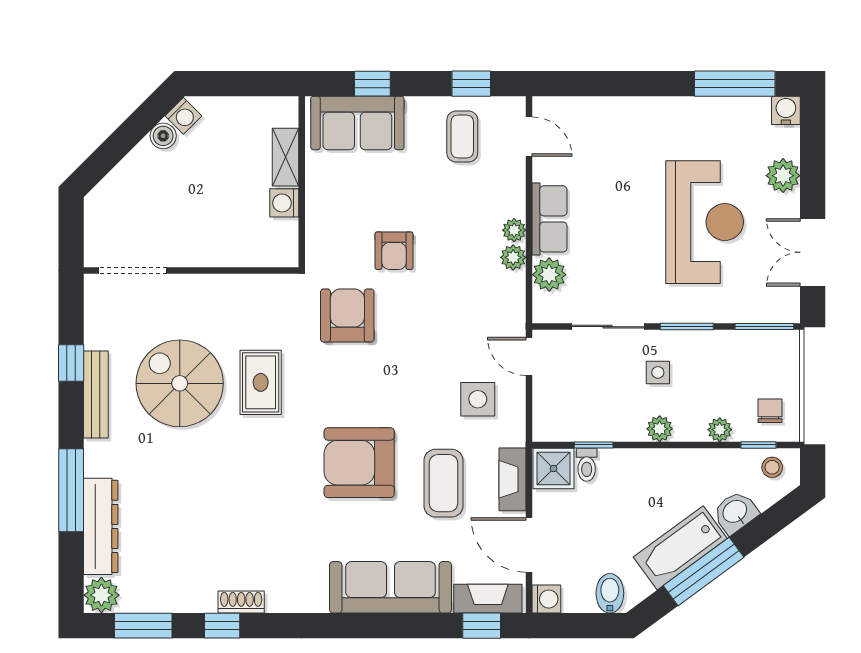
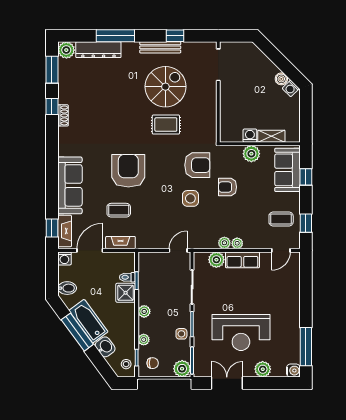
plant: (323, 200) -> (251, 154), added
plant: (782, 348) -> (182, 369), added
side table: (658, 372) -> (181, 334), moved
side table: (478, 399) -> (190, 198), moved
shower: (554, 469) -> (126, 293), moved
coffee table: (443, 483) -> (119, 210), width x0.73, depth x0.77

